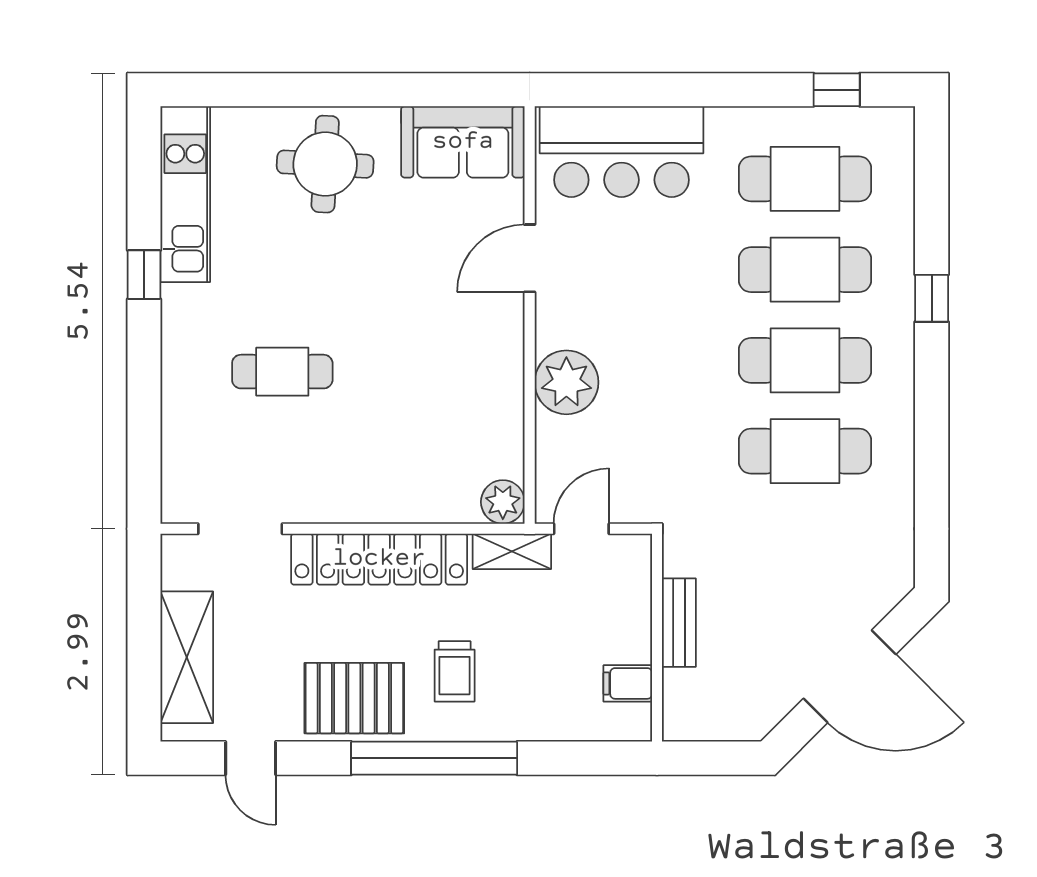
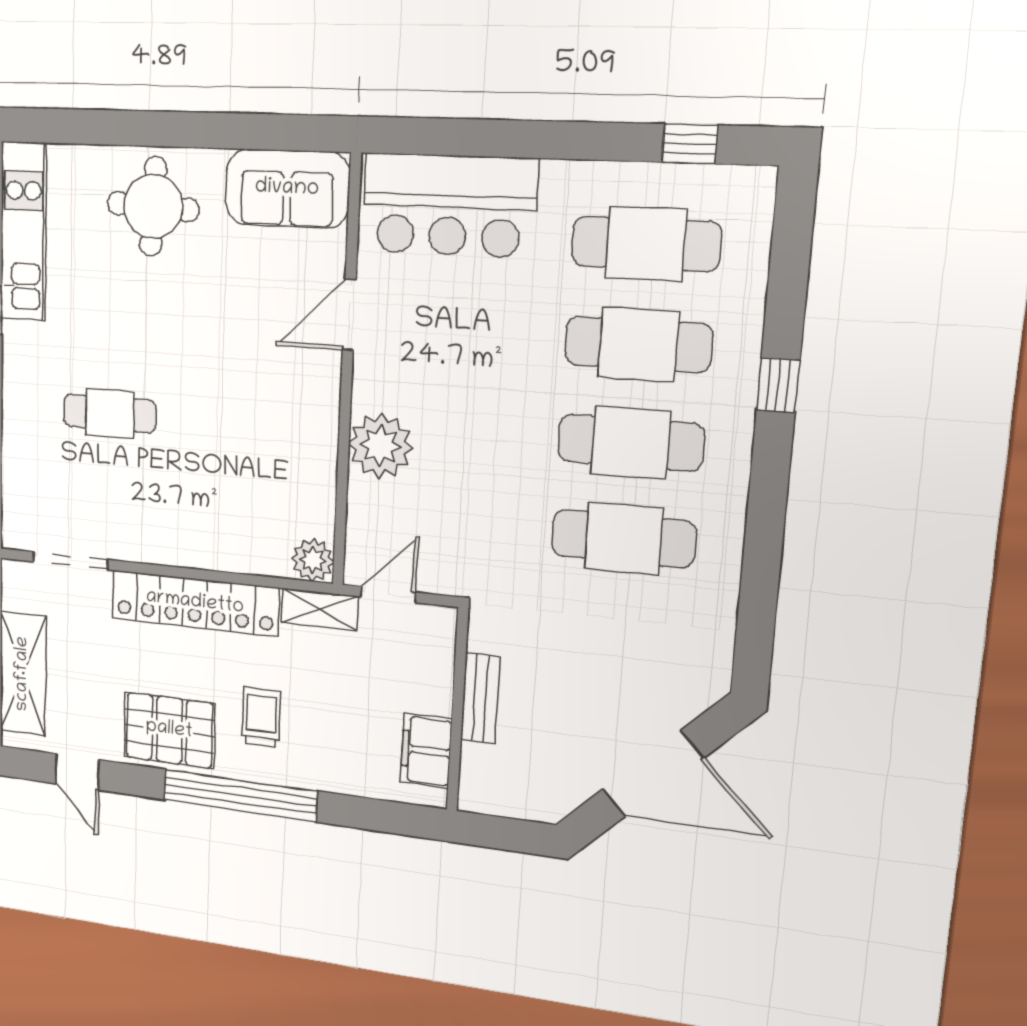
trolley: (455, 671) -> (261, 718), turned 180
filing cabinet: (628, 683) -> (426, 751), width x2.00

